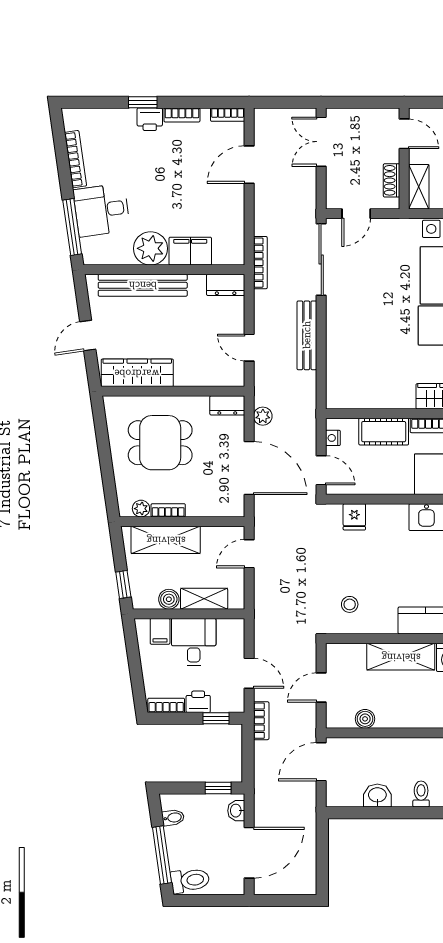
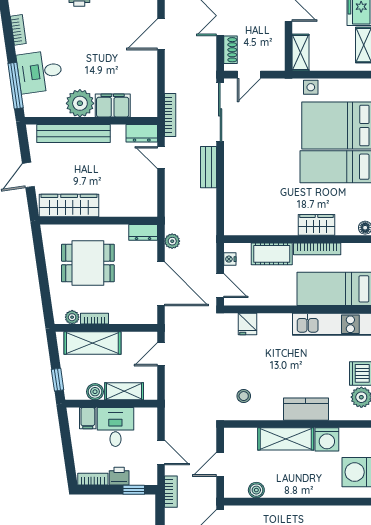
bookcase: (75, 159) -> (18, 30), width x0.64
shoe rack: (392, 180) -> (231, 50), moved, turned 180
bench: (307, 335) -> (208, 167), width x0.73
door: (249, 348) -> (161, 158), moved

